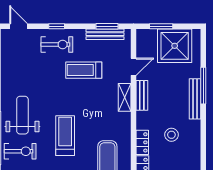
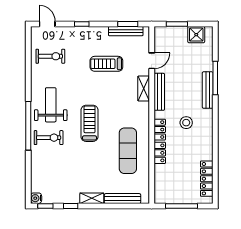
exercise bike: (57, 45) -> (50, 56), moved
shower: (175, 46) -> (196, 35), width x0.54, depth x0.54
bench: (142, 95) -> (159, 92), width x1.36

